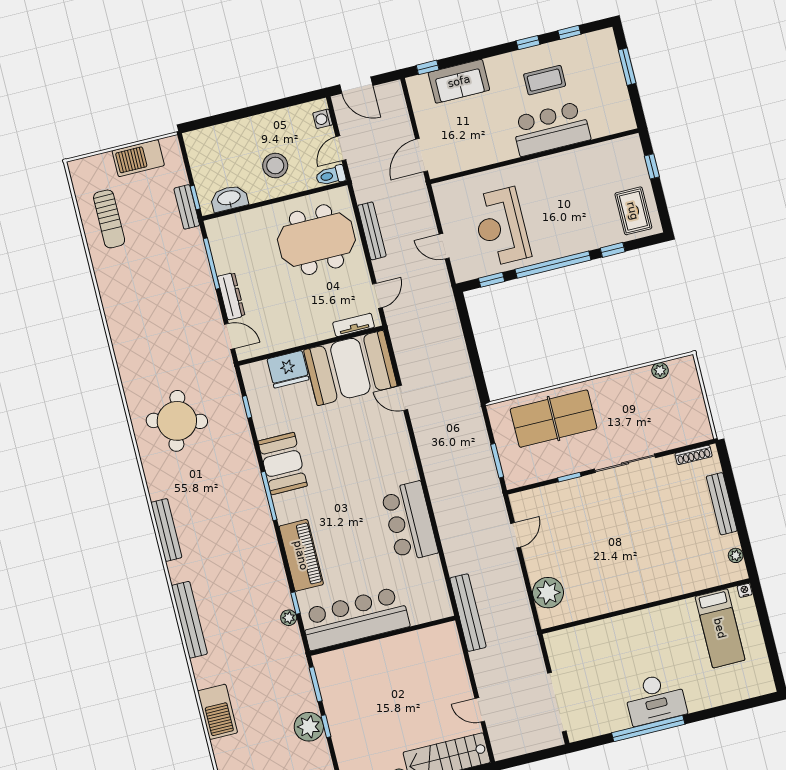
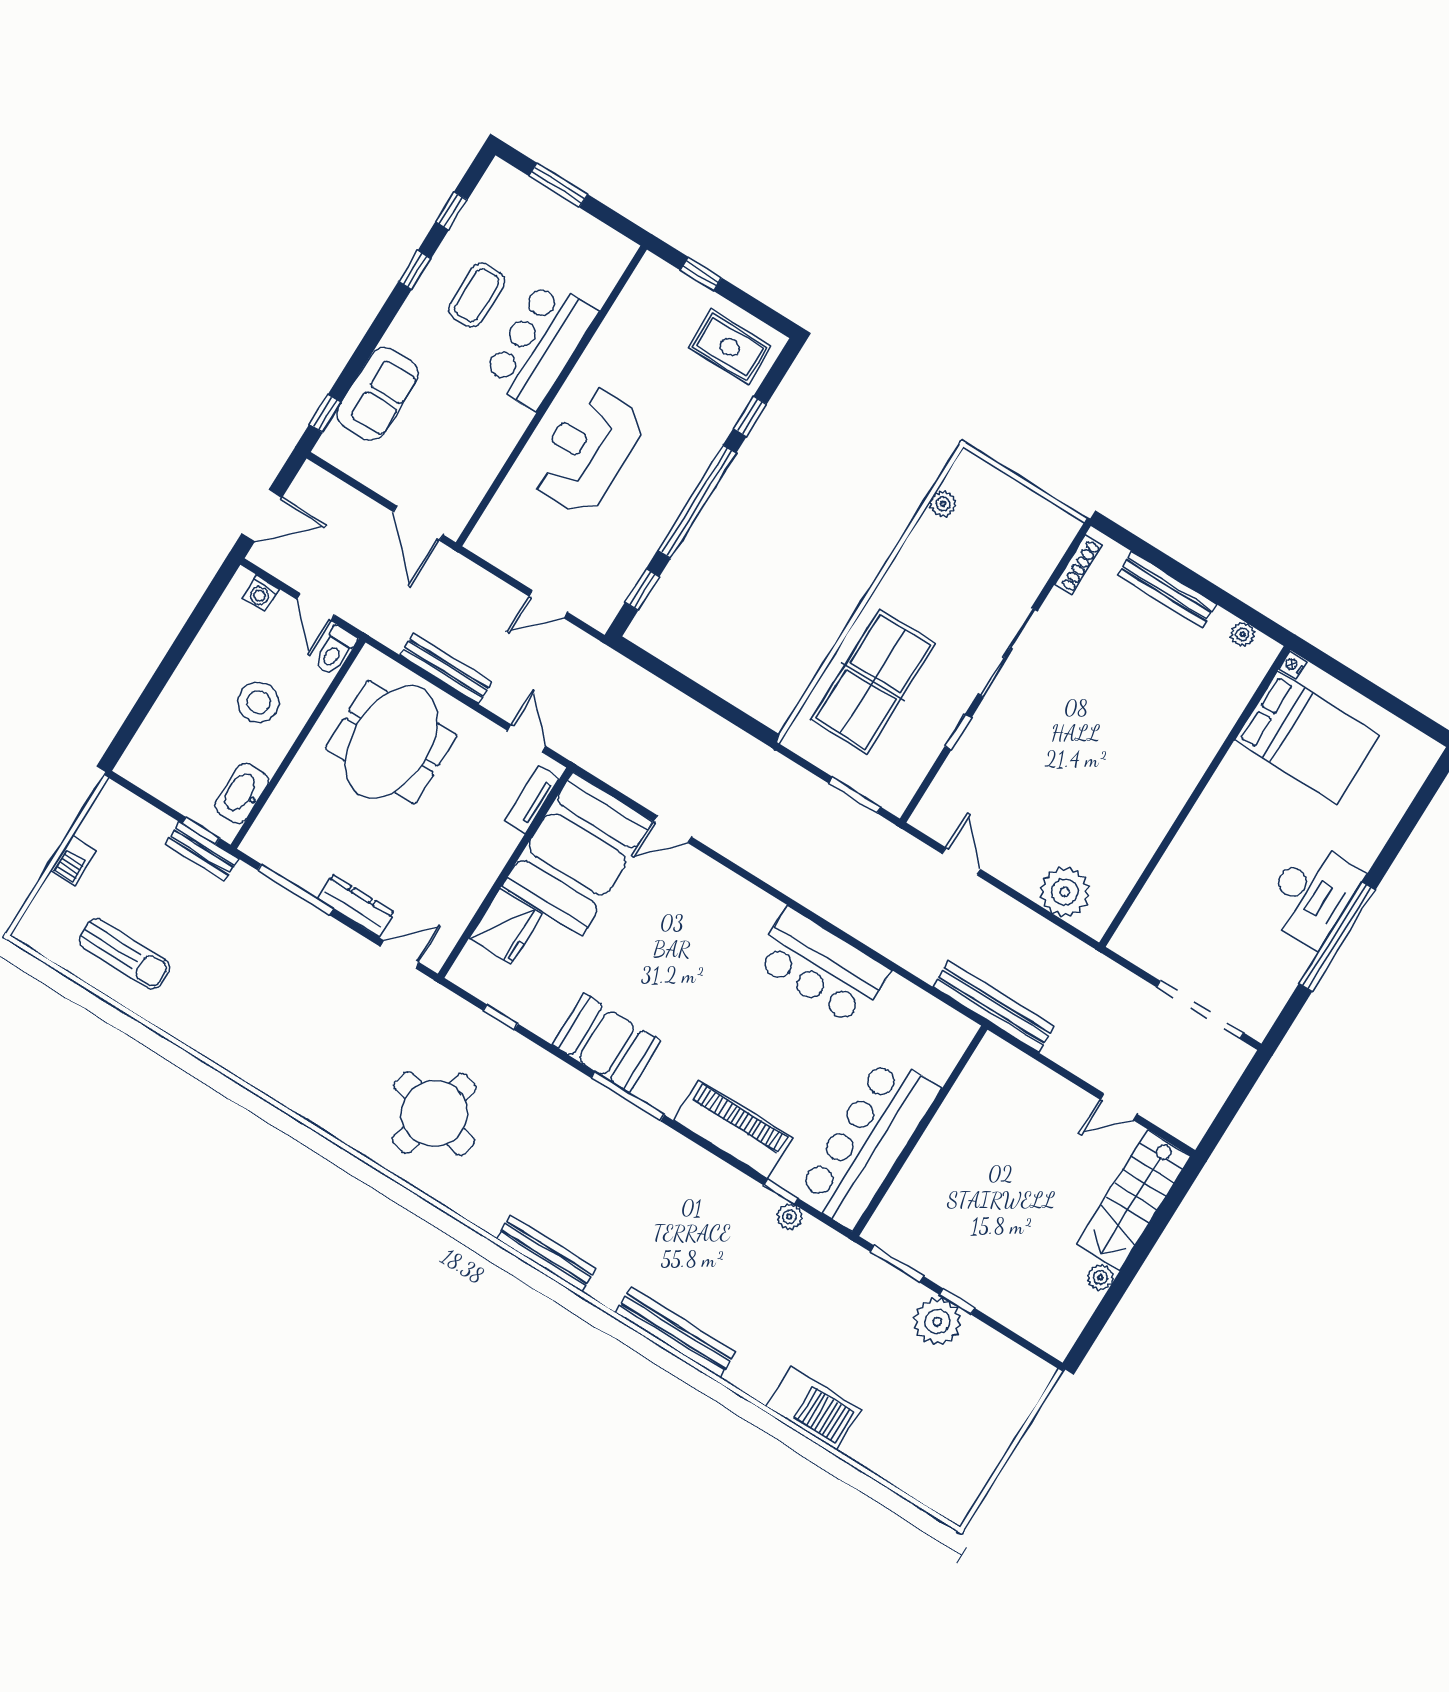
barbecue: (138, 158) -> (73, 861), width x0.53, depth x0.65
reception desk: (501, 227) -> (588, 450), moved, turned 90
bed: (720, 628) -> (1307, 738), width x1.50

